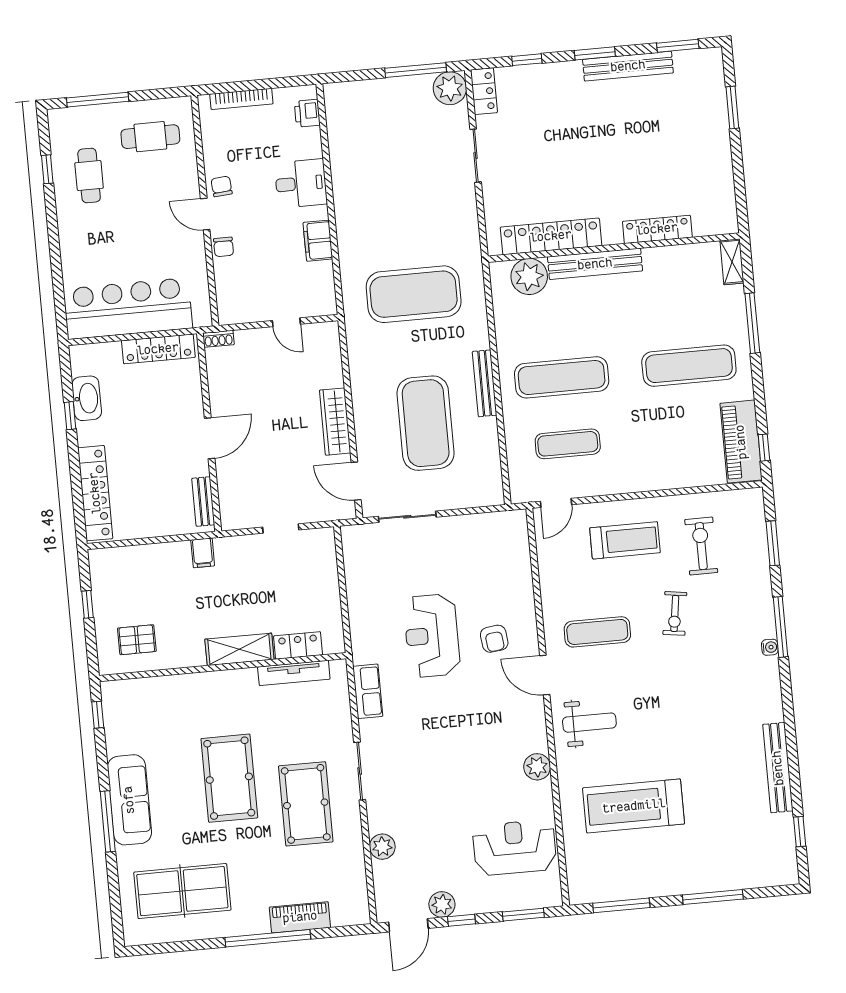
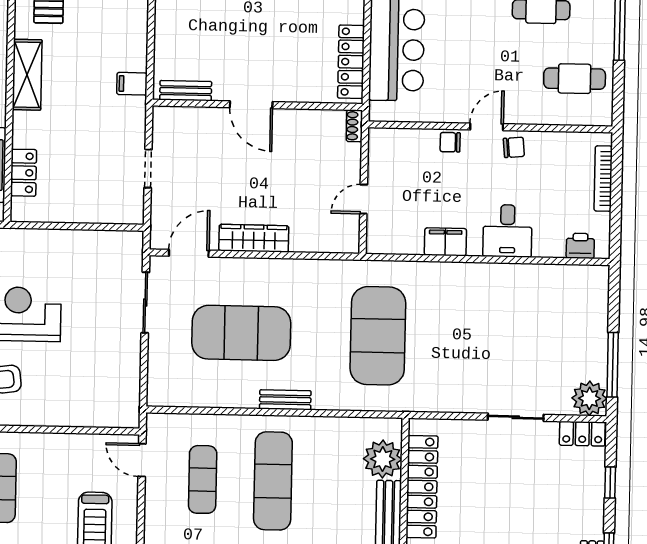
cafe table: (150, 137) -> (575, 79), turned 90
bench: (485, 383) -> (285, 400), width x0.73
shelving: (239, 649) -> (27, 75), moved

